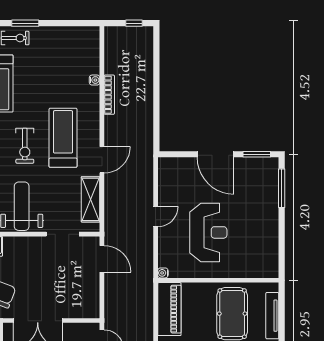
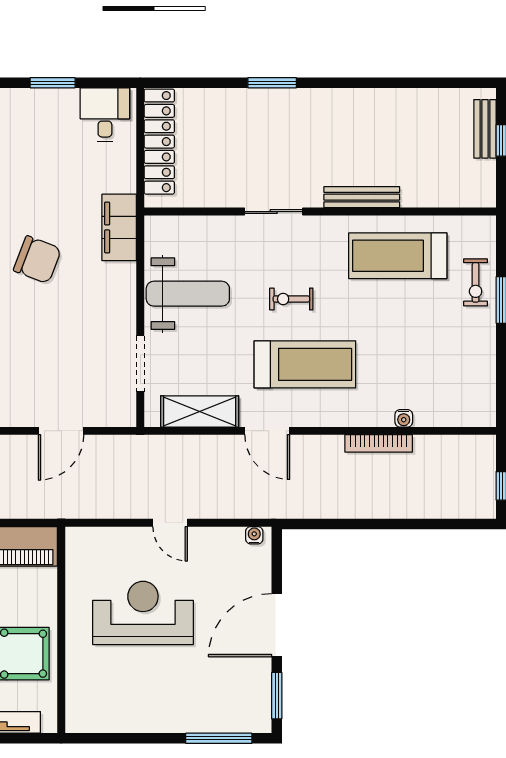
exercise bike: (25, 146) -> (291, 299), width x0.73, depth x0.72
reception desk: (208, 232) -> (143, 613), turned 180
door: (102, 259) -> (61, 431), moved
water cooler: (163, 273) -> (254, 535), moved

